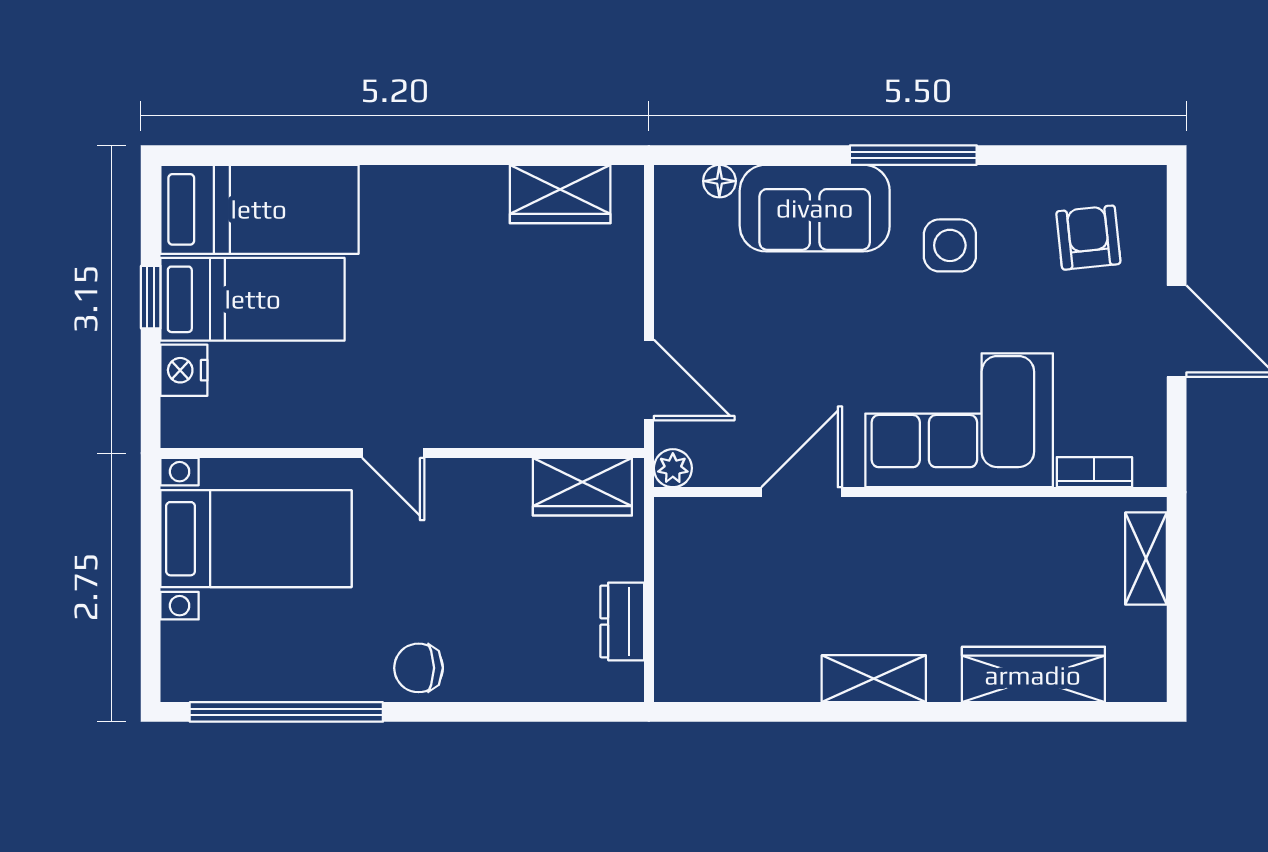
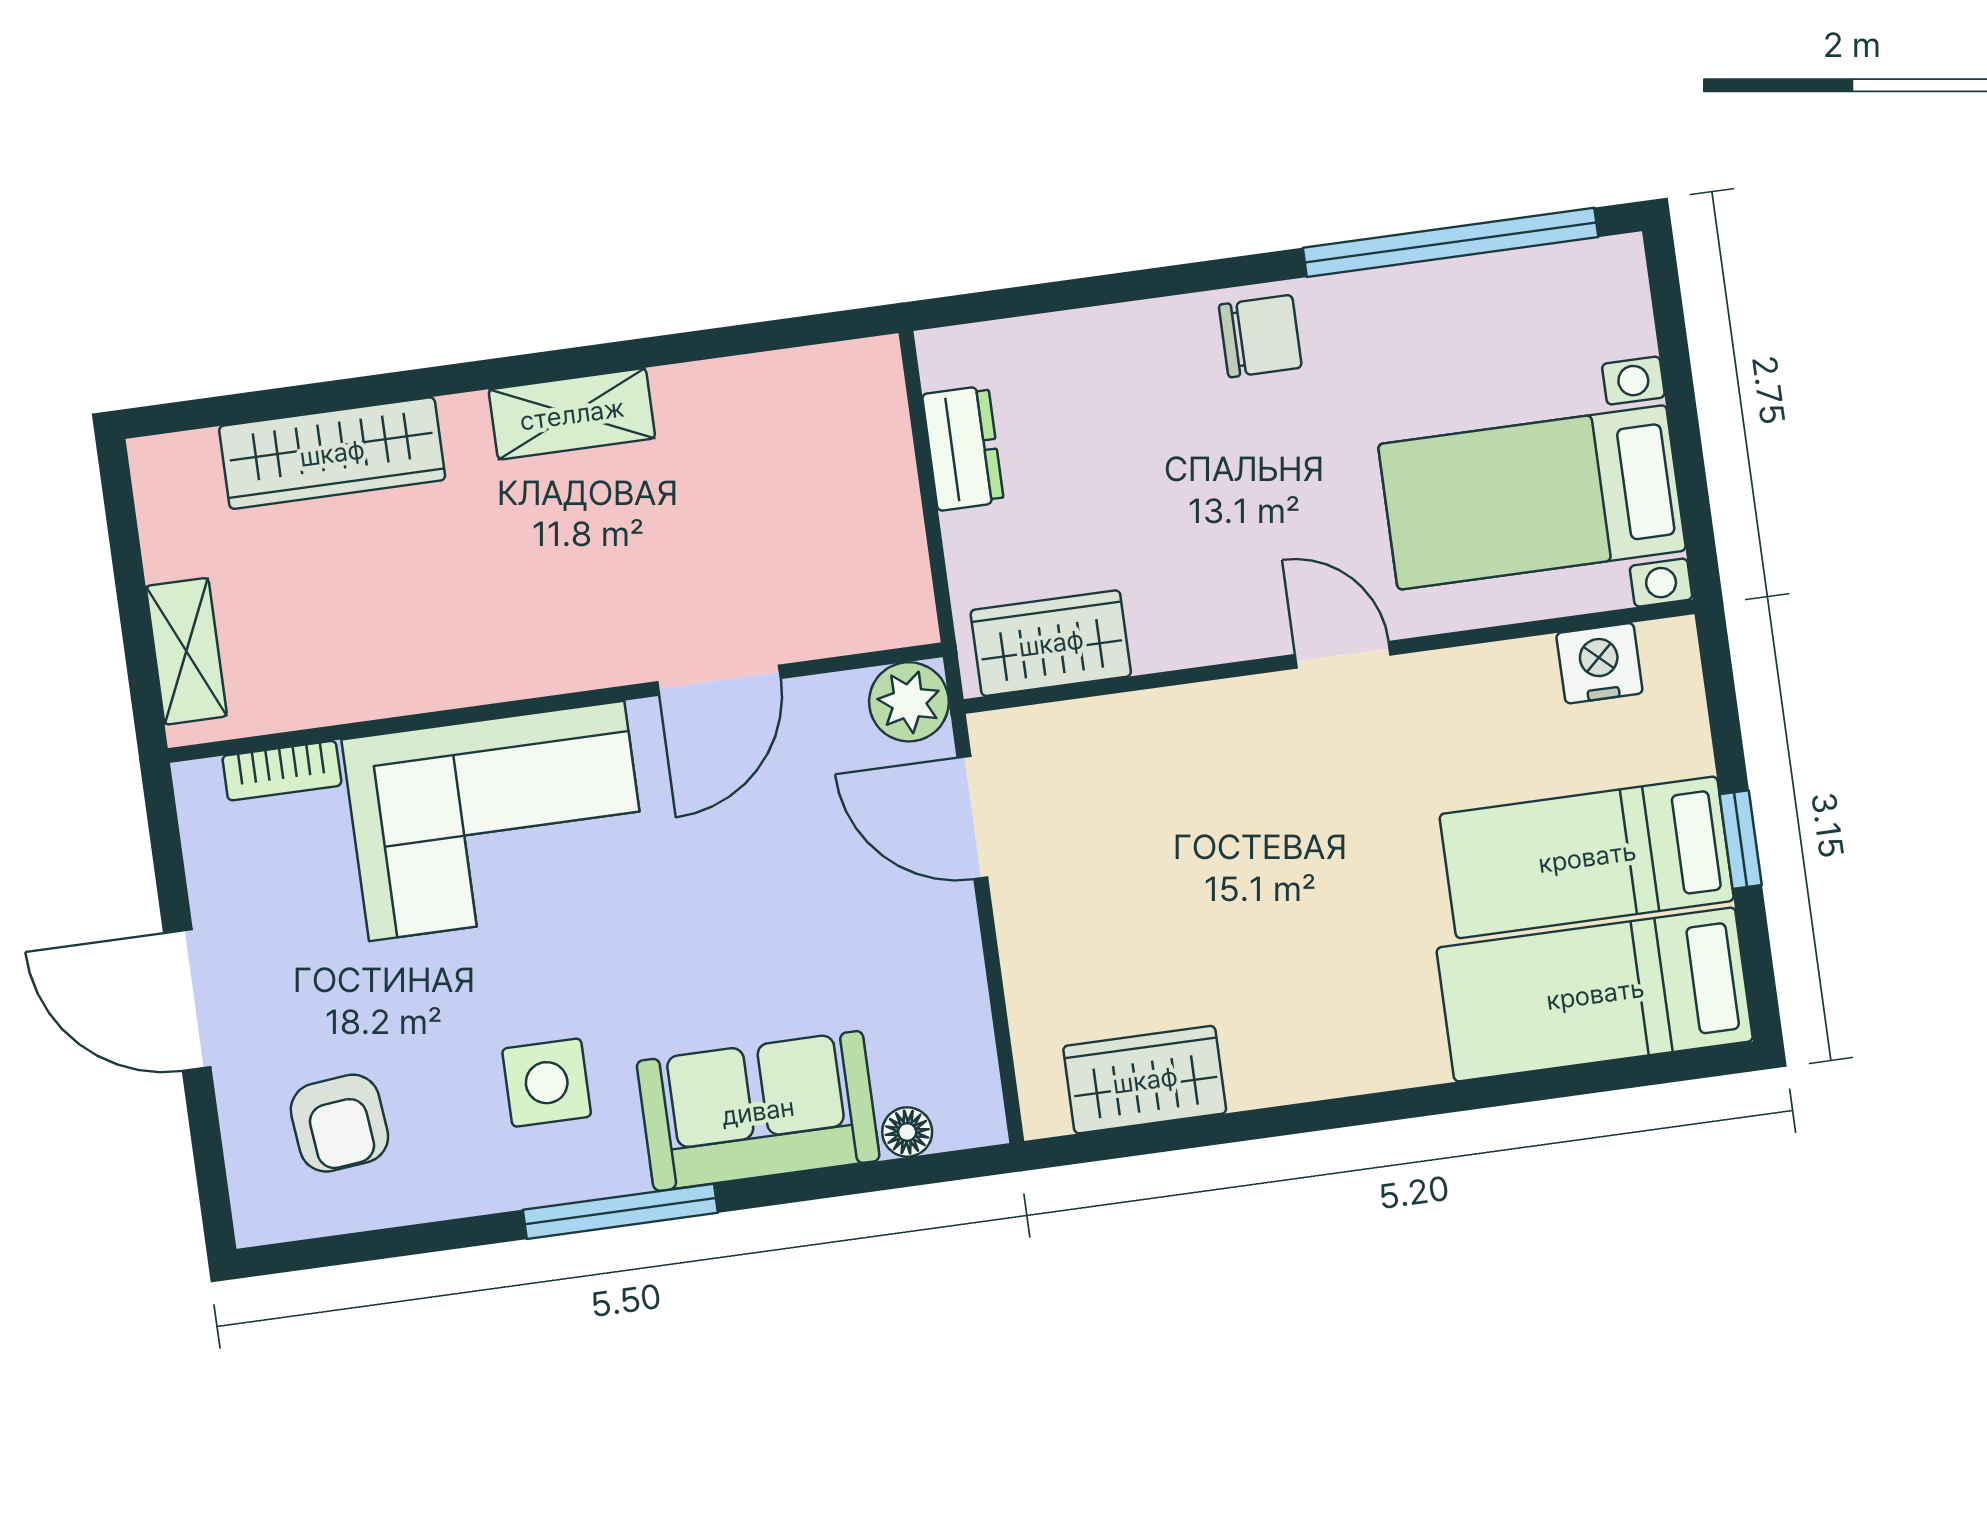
nightstand: (184, 370) -> (1599, 663), moved, turned -90
plant: (673, 468) -> (909, 702), width x1.38, depth x1.38

